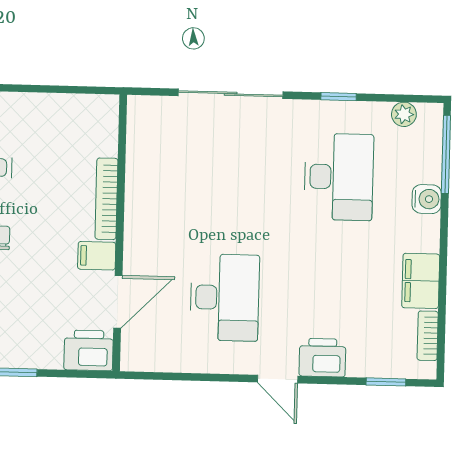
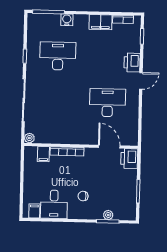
plant: (404, 114) -> (29, 138), moved
filing cabinet: (97, 256) -> (43, 154), moved

